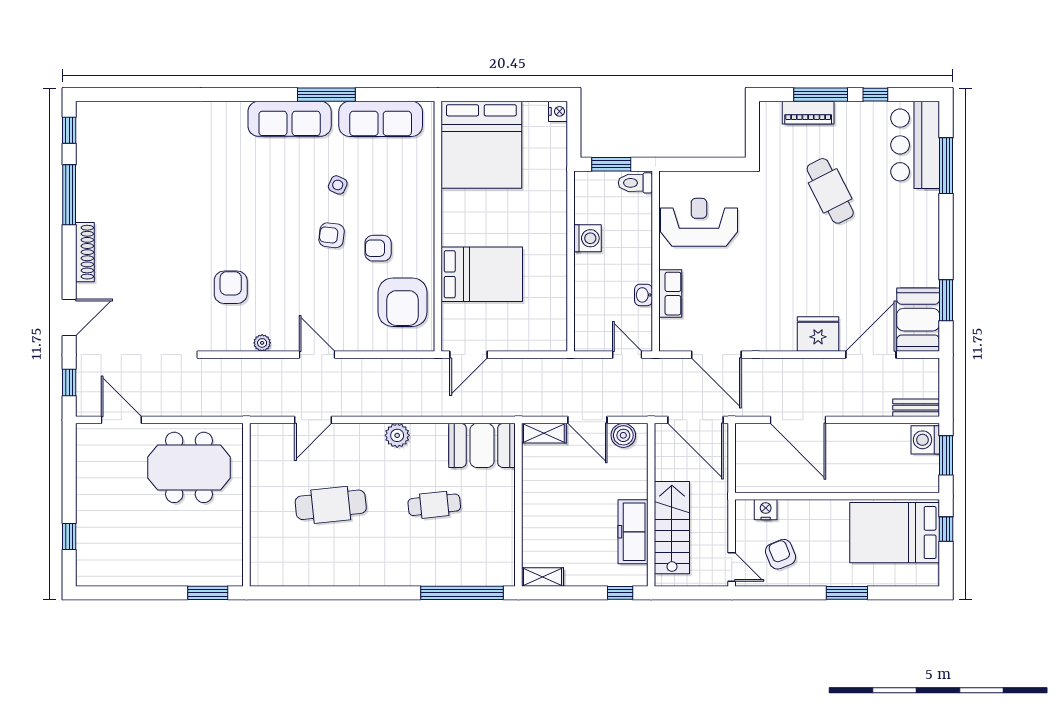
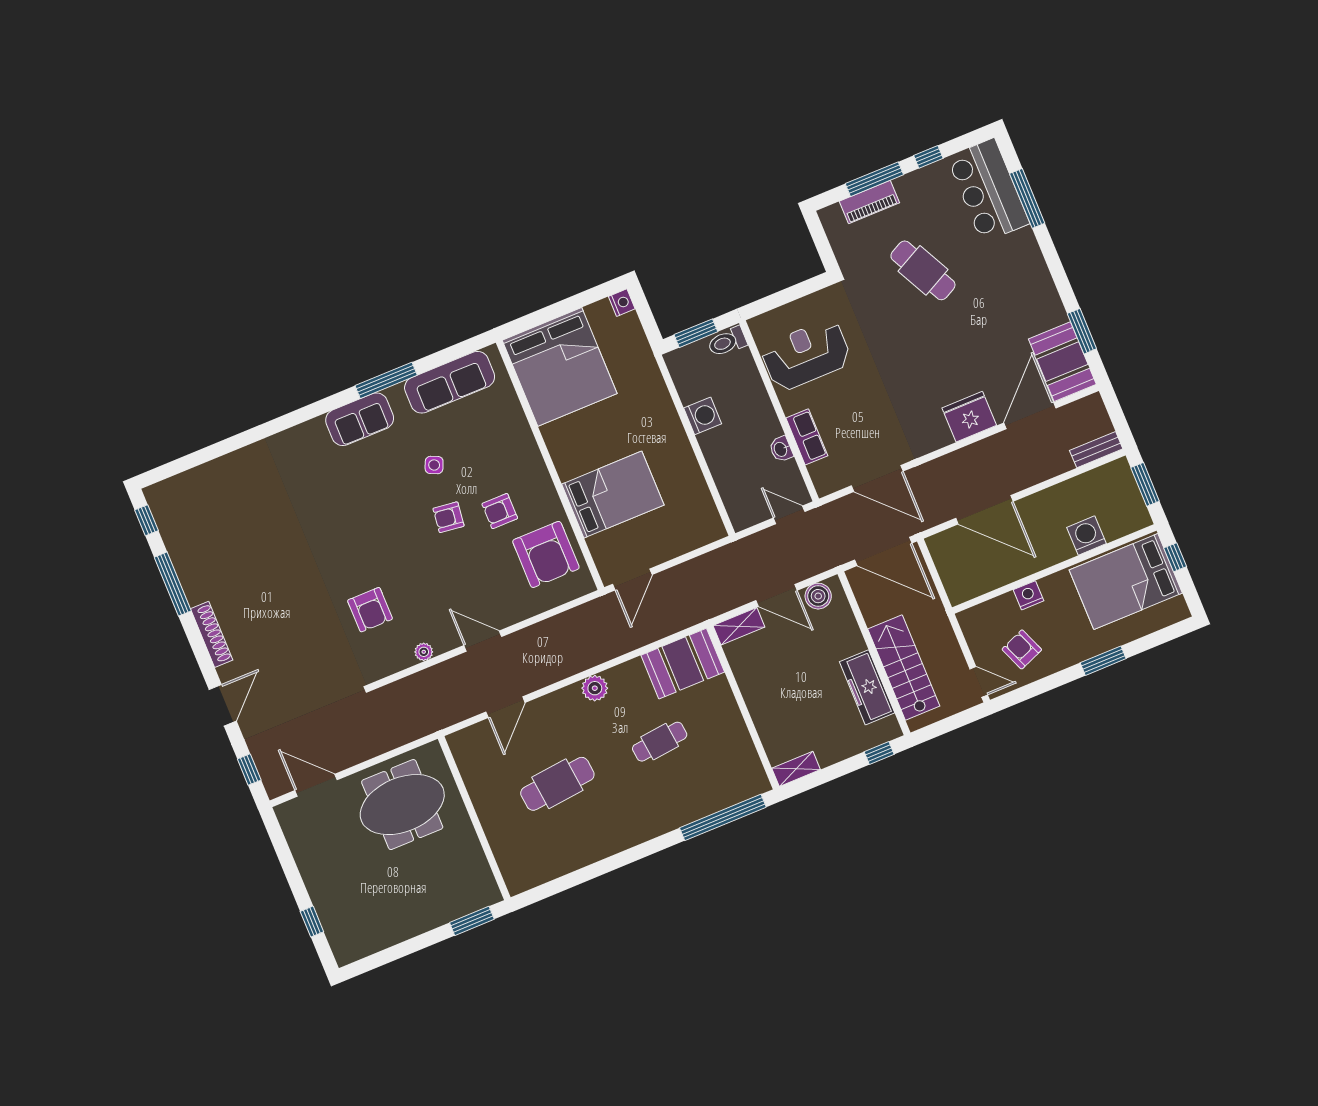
sofa: (290, 119) -> (360, 419), width x0.73
armchair: (231, 287) -> (370, 610), turned 180
washing machine: (925, 440) -> (1087, 535), moved, turned 90
nightstand: (766, 510) -> (1028, 595), moved

